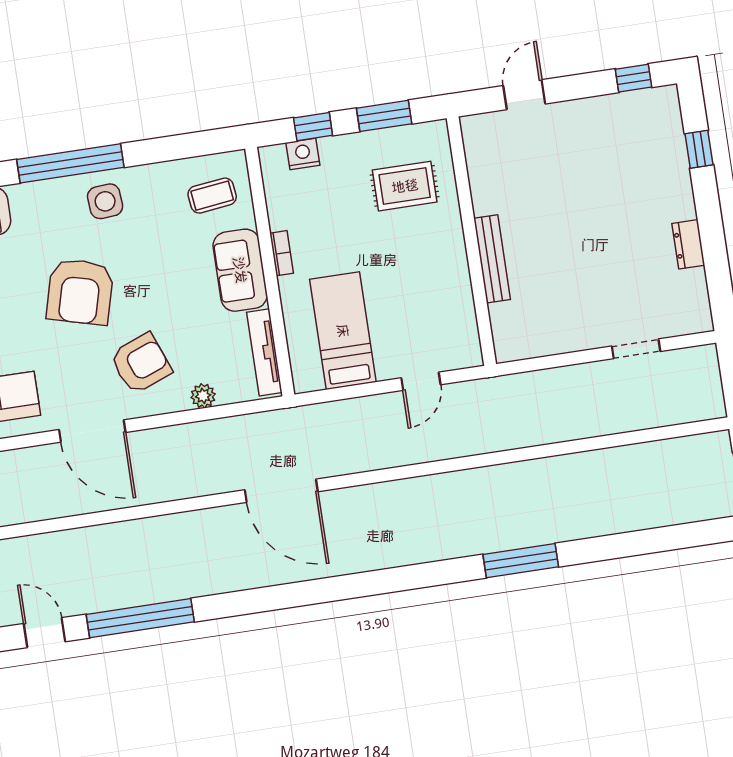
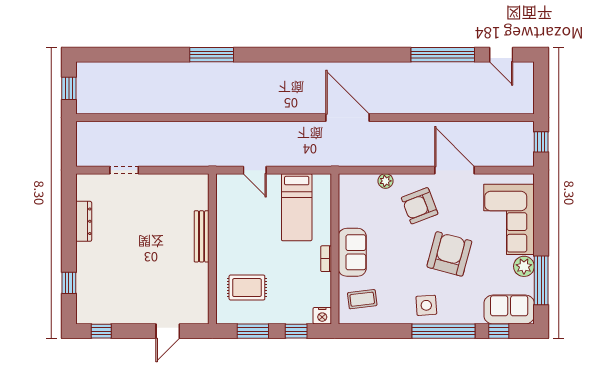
nightstand: (303, 154) -> (322, 316), moved
dresser: (688, 244) -> (84, 221), width x1.44
tv unit: (264, 352) -> (345, 201), removed
door: (421, 381) -> (255, 170), swing flipped

